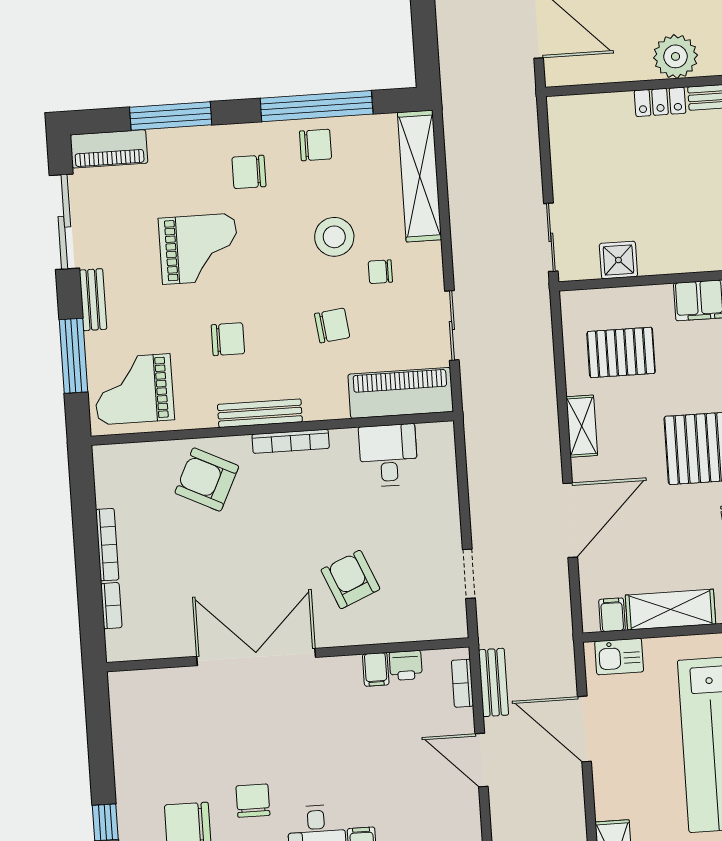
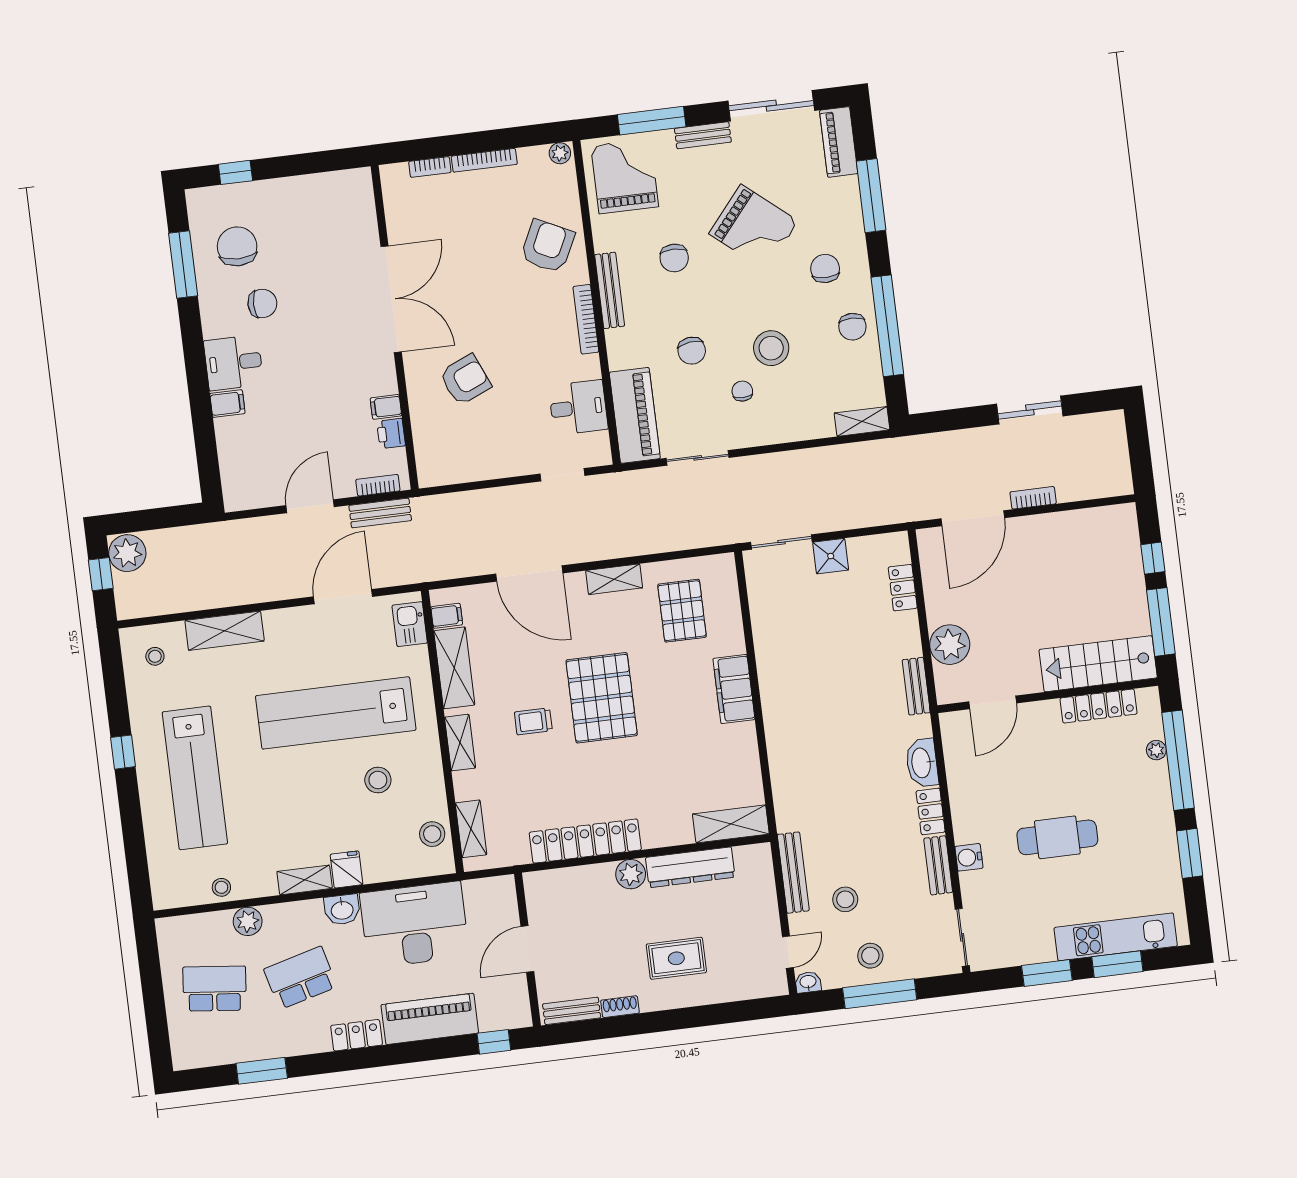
locker: (660, 102) -> (903, 588), moved
shelving: (420, 176) -> (862, 421), width x0.45, depth x0.75
grand piano: (199, 249) -> (754, 227), turned -50
shower: (618, 260) -> (831, 556), moved
plant: (104, 460) -> (560, 153), added
doorway: (469, 574) -> (562, 475), moved

